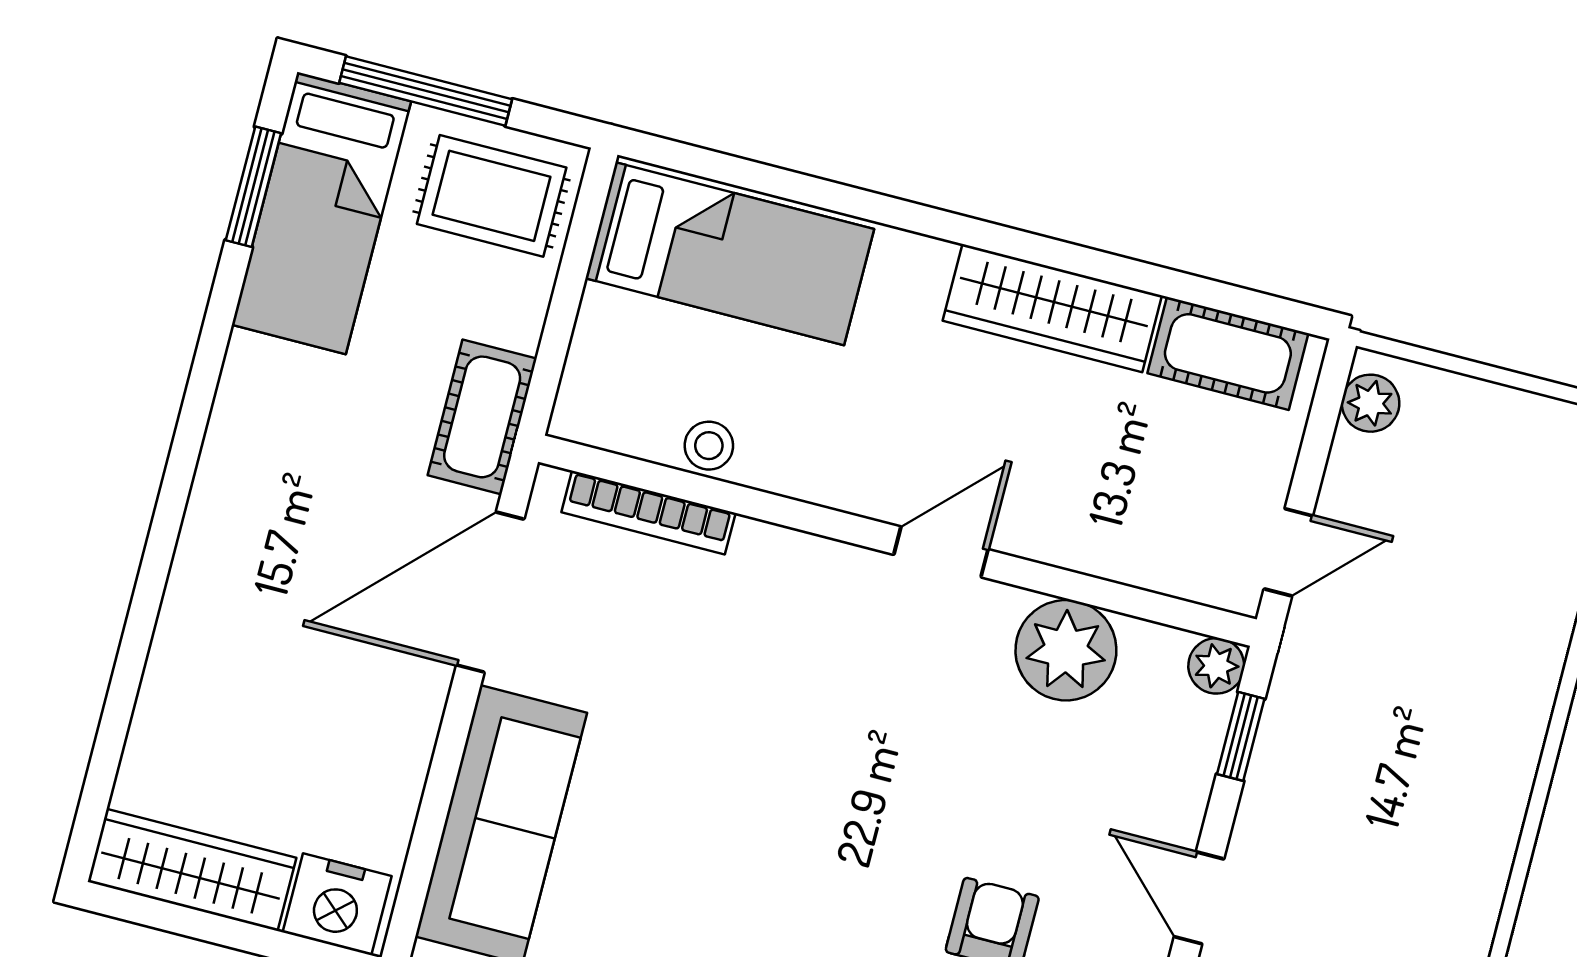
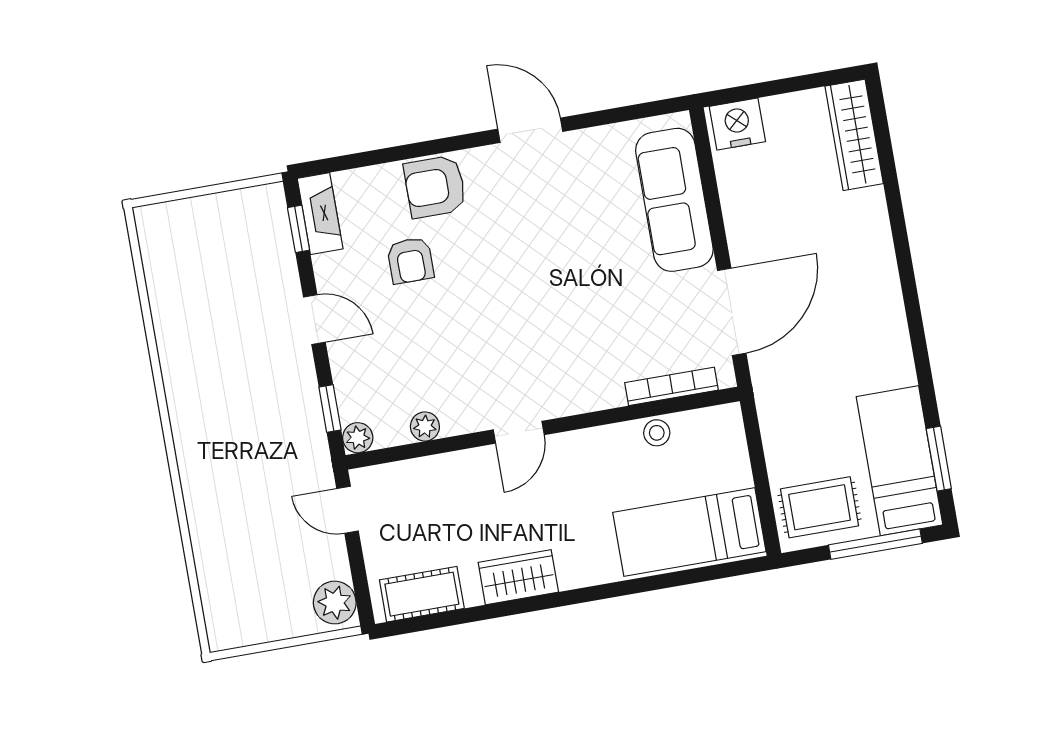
wardrobe: (1052, 308) -> (518, 577), width x0.67
plant: (1371, 403) -> (335, 603), width x1.38, depth x1.38
cot: (482, 417) -> (775, 396), removed
door: (1288, 552) -> (348, 510), hinge flipped
plant: (1066, 650) -> (425, 427), width x0.53, depth x0.53
wardrobe: (192, 870) -> (854, 135), moved, turned 90

